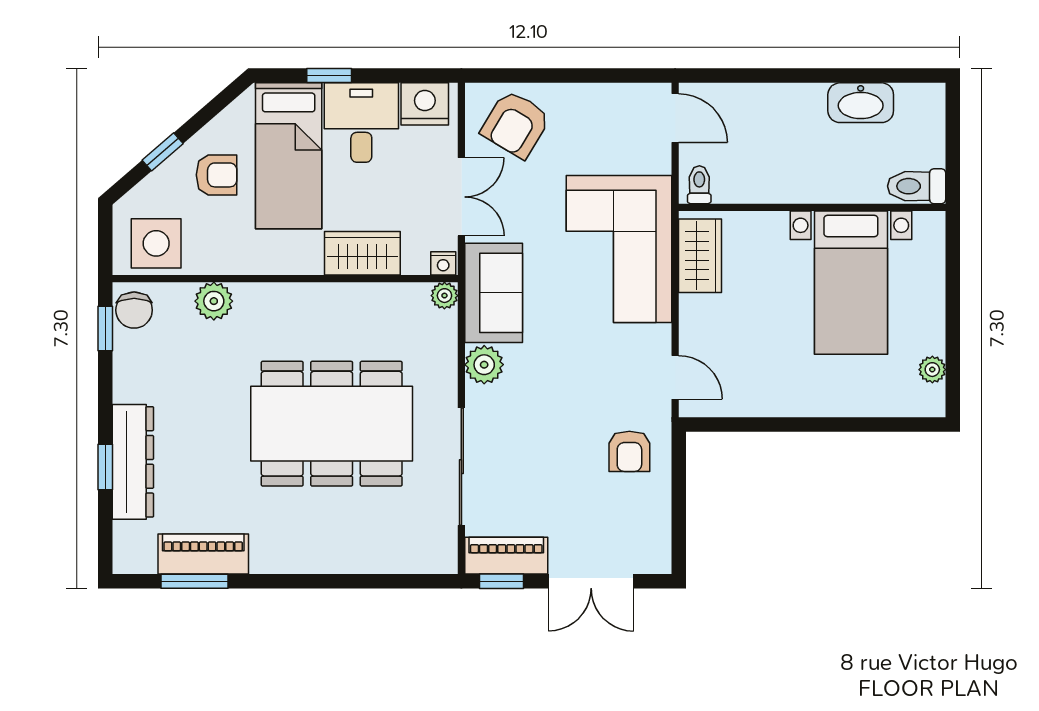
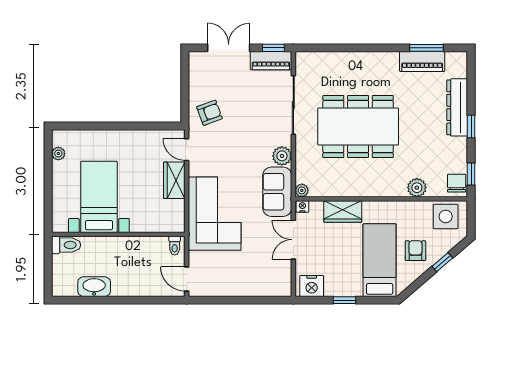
window: (329, 76) -> (344, 300), moved
desk: (361, 123) -> (343, 277), removed
armchair: (516, 124) -> (266, 276), removed
armchair: (217, 175) -> (415, 251), turned 90
wardrobe: (700, 256) -> (174, 180), moved
armchair: (629, 451) -> (209, 113), turned 70
window: (105, 467) -> (471, 127), moved

